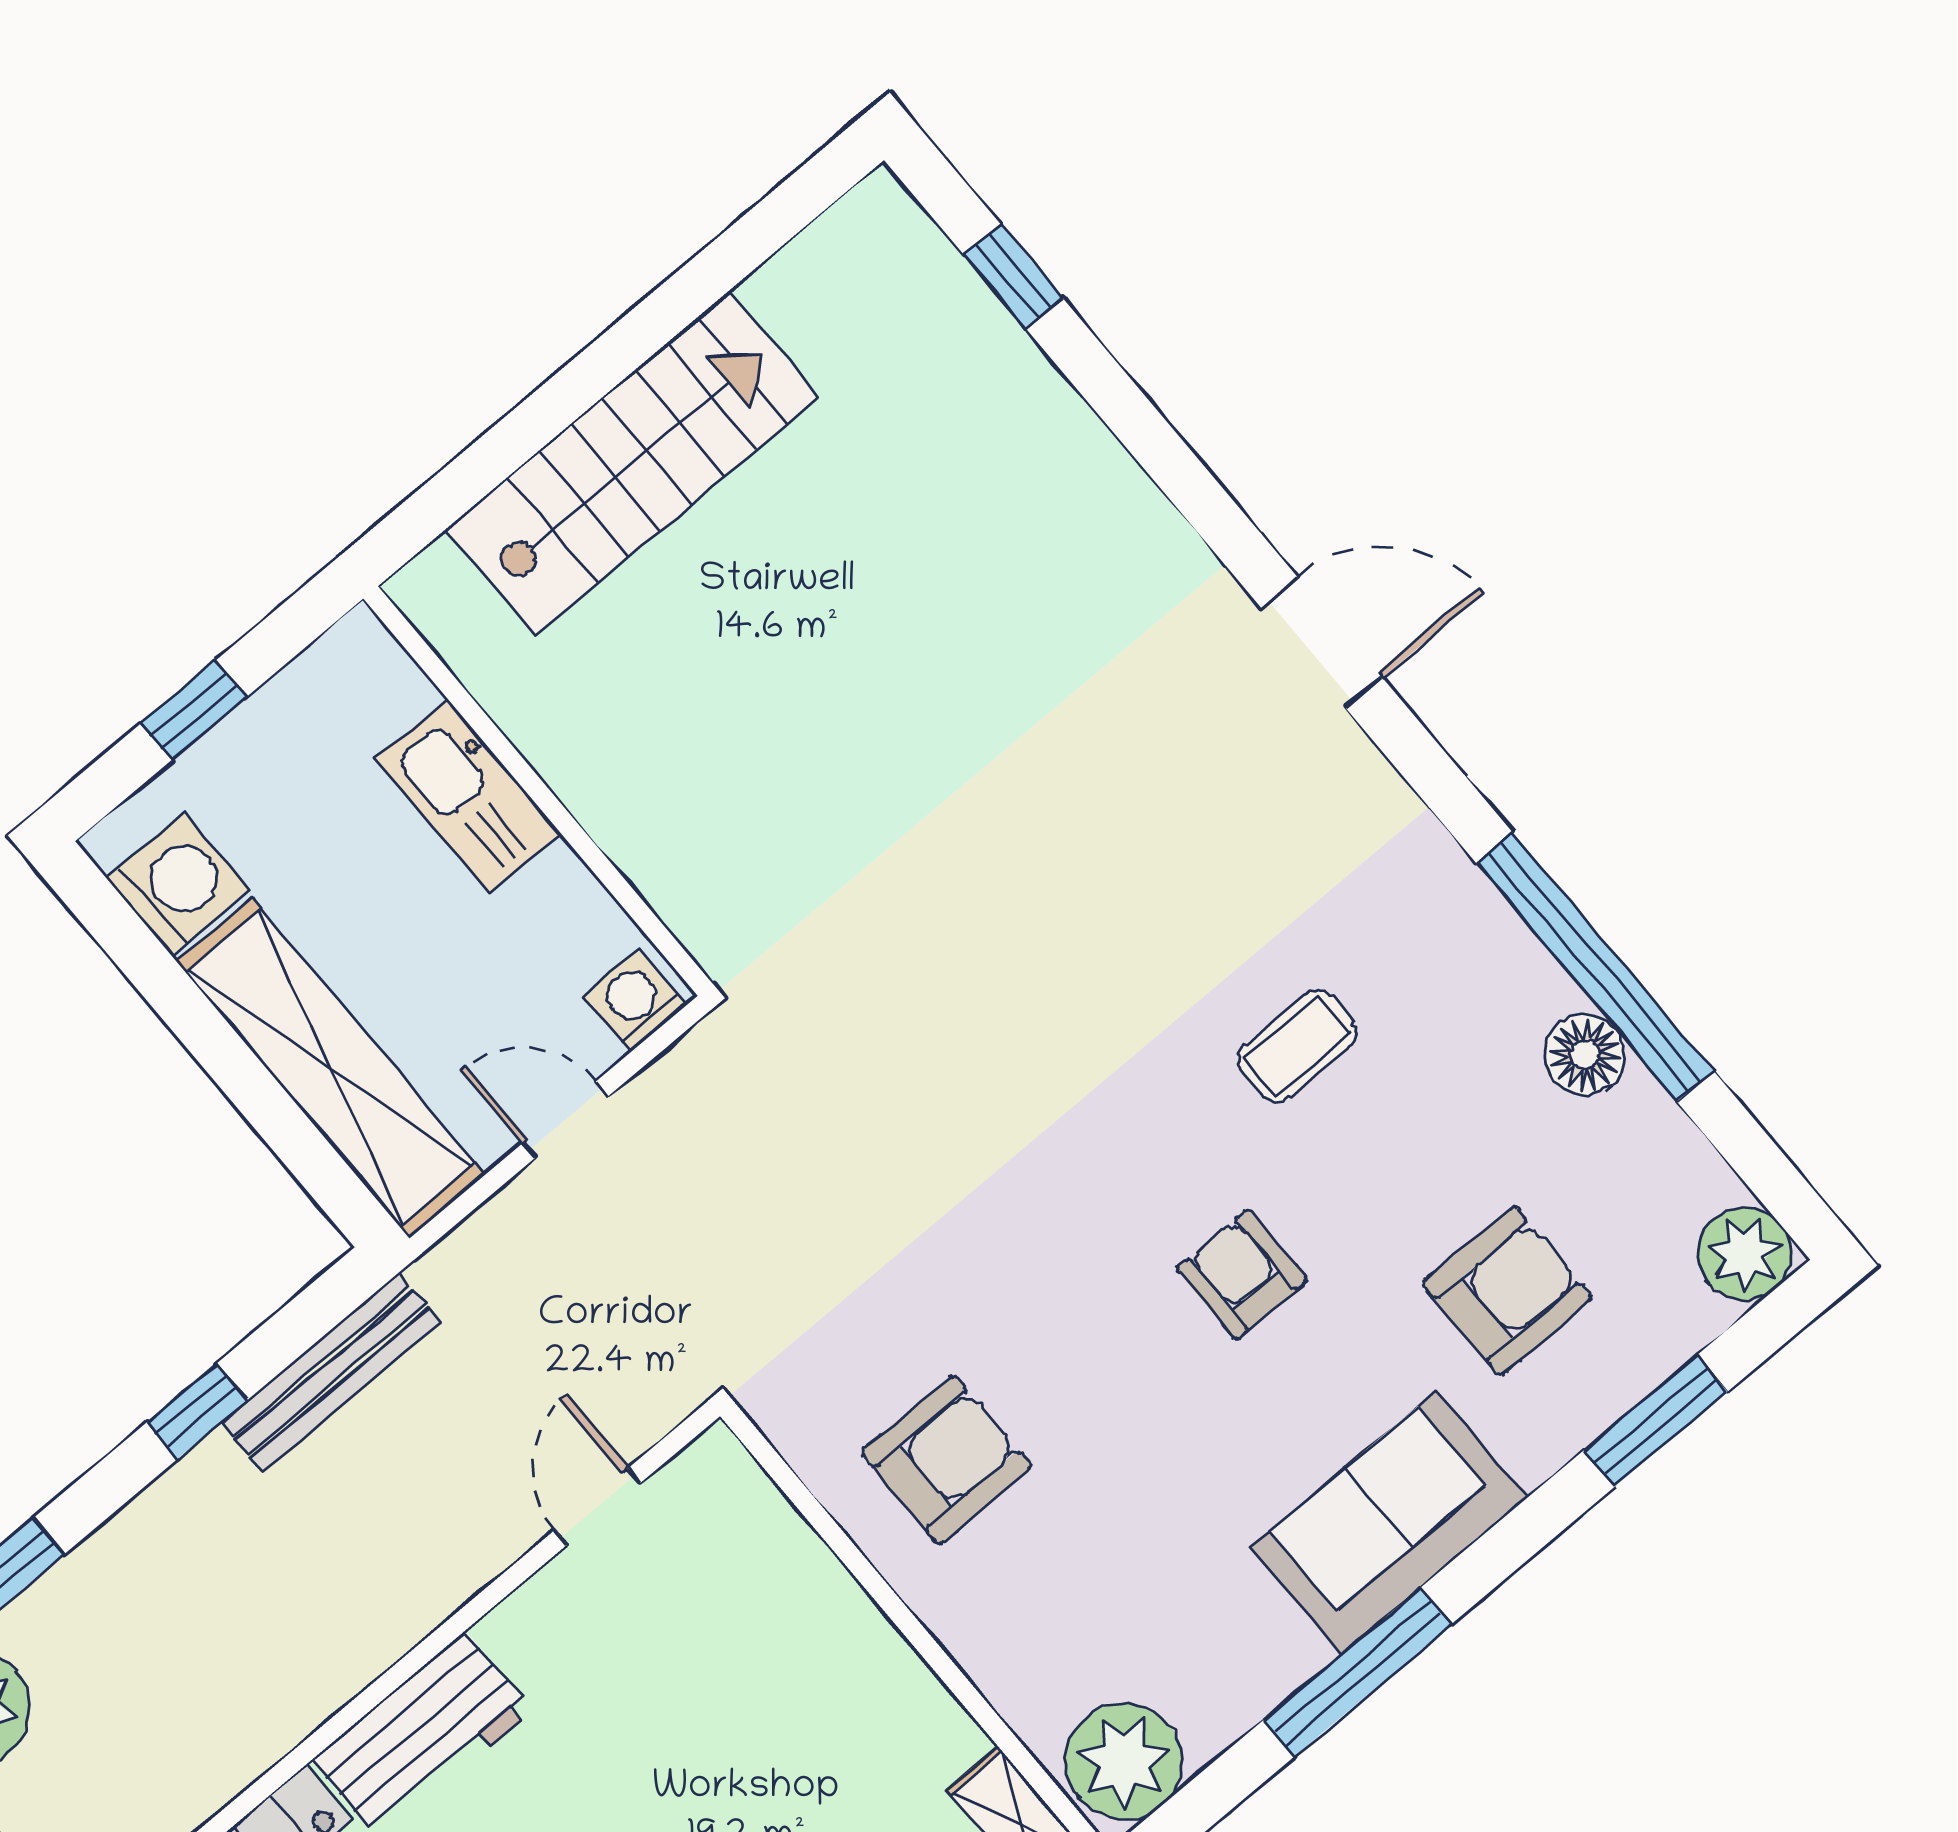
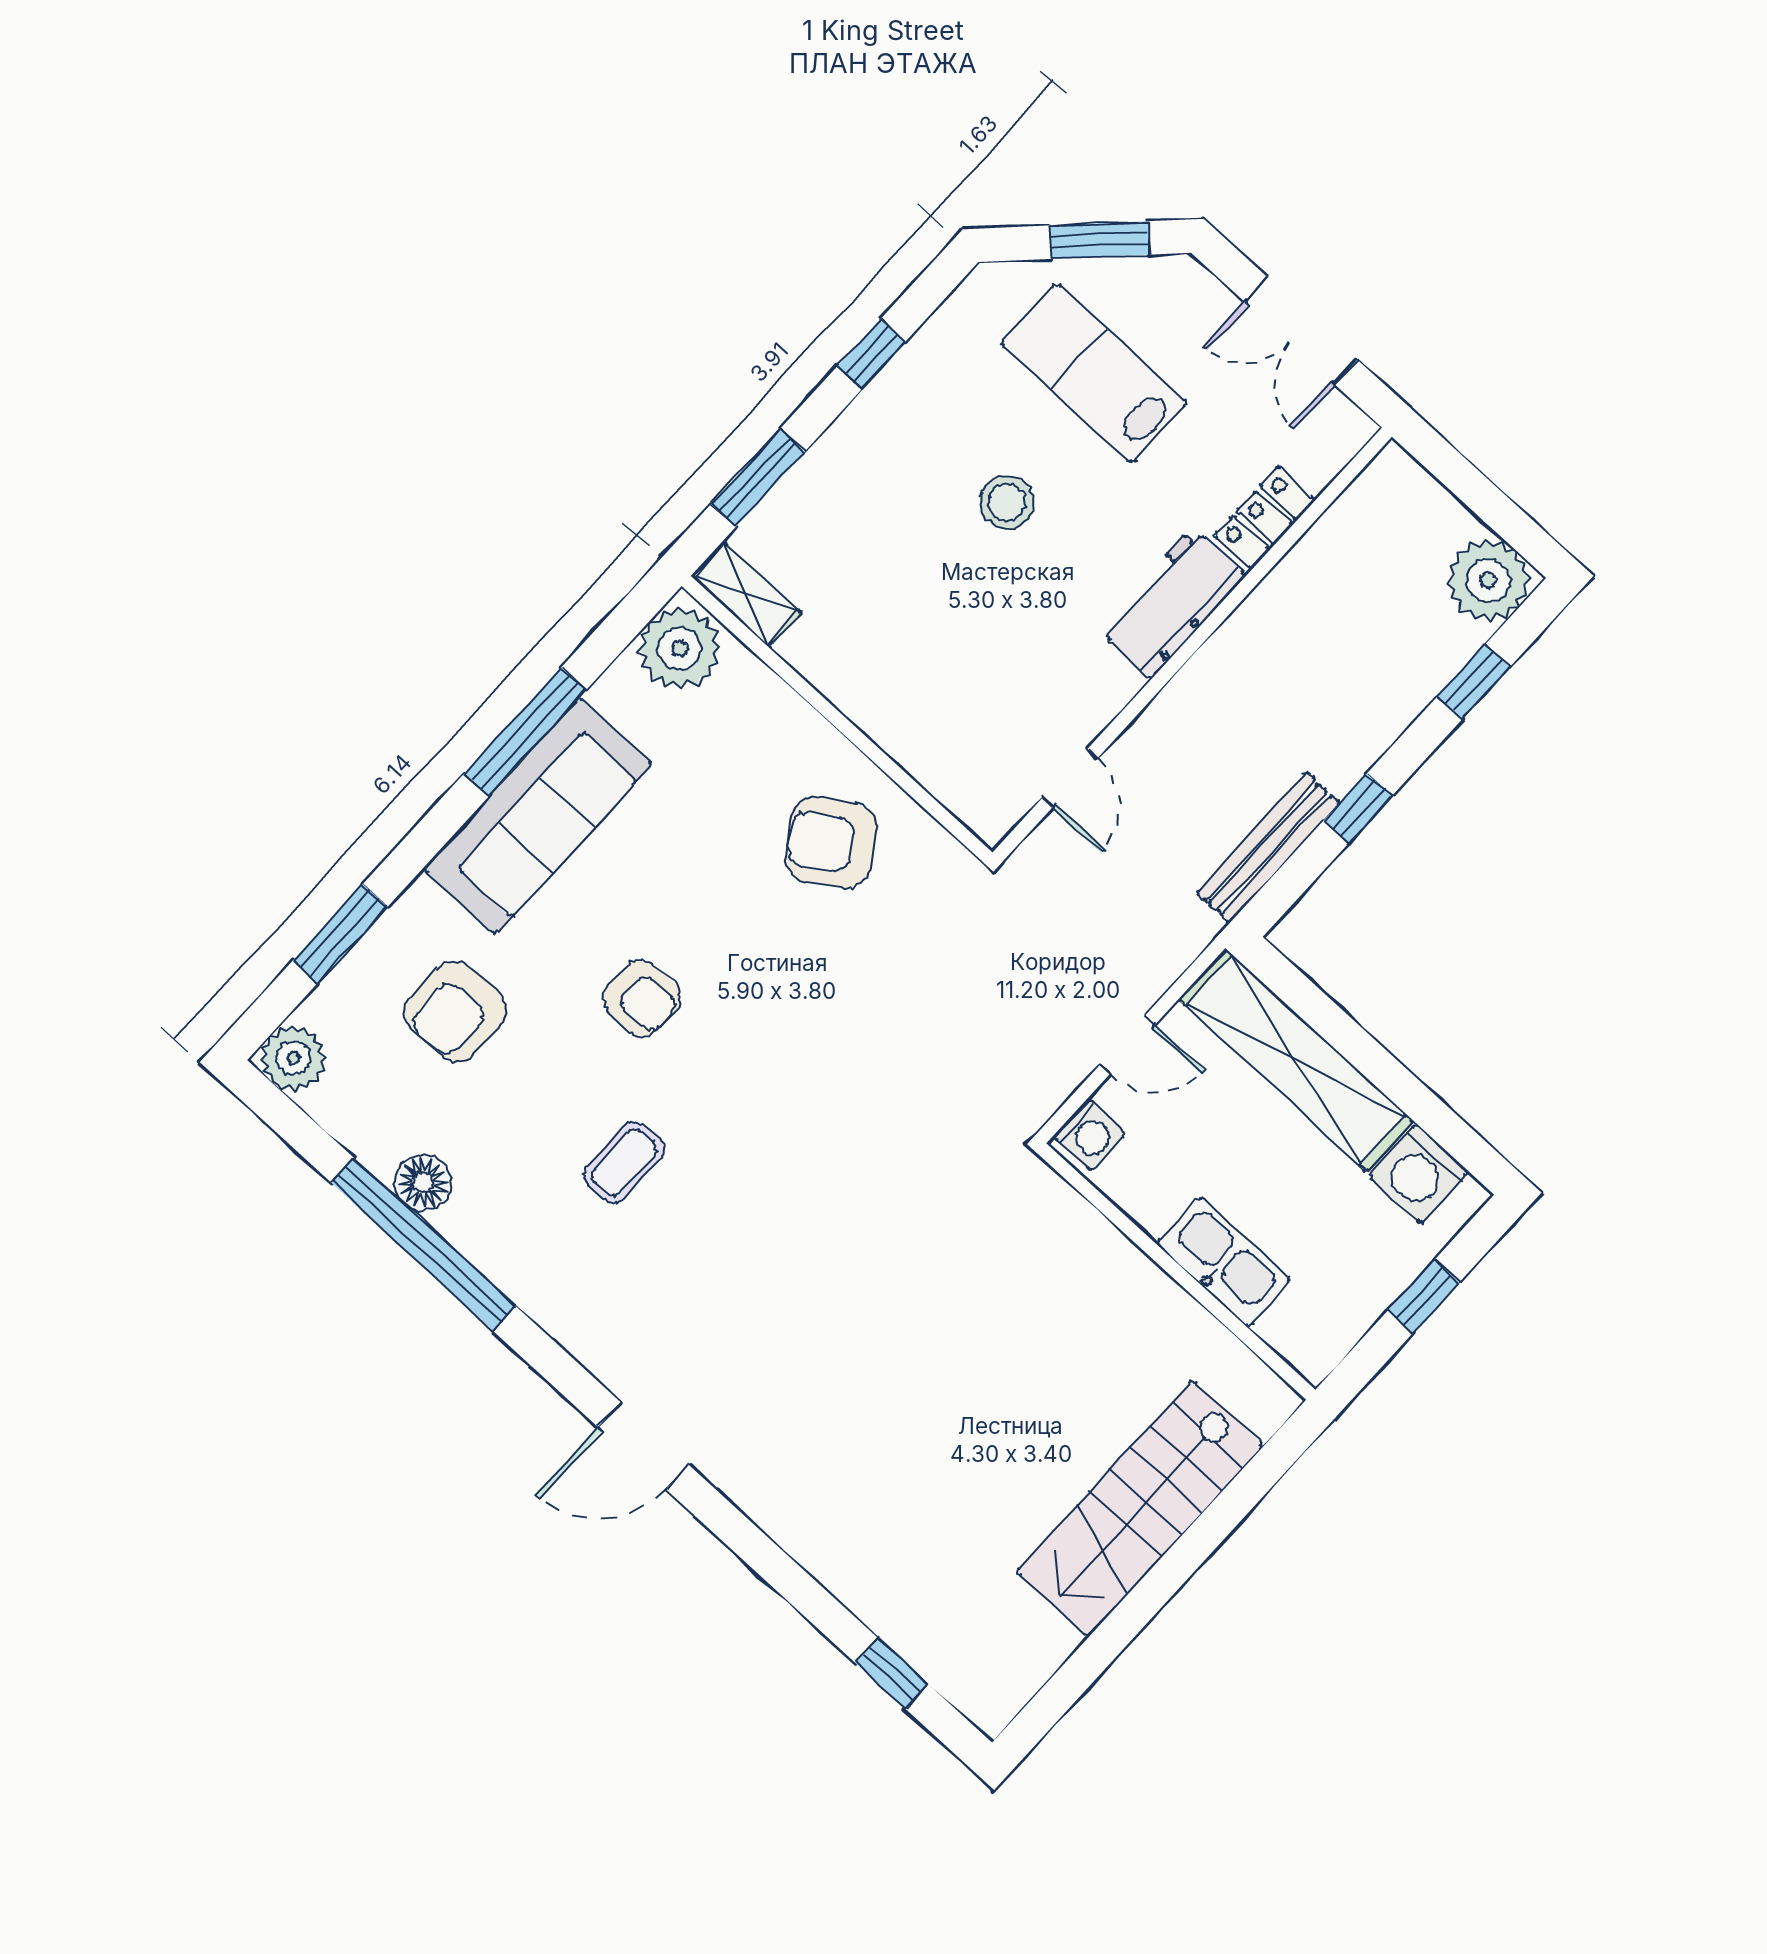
armchair: (946, 1459) -> (831, 843), turned 56
sofa: (1389, 1522) -> (538, 816), width x1.36

